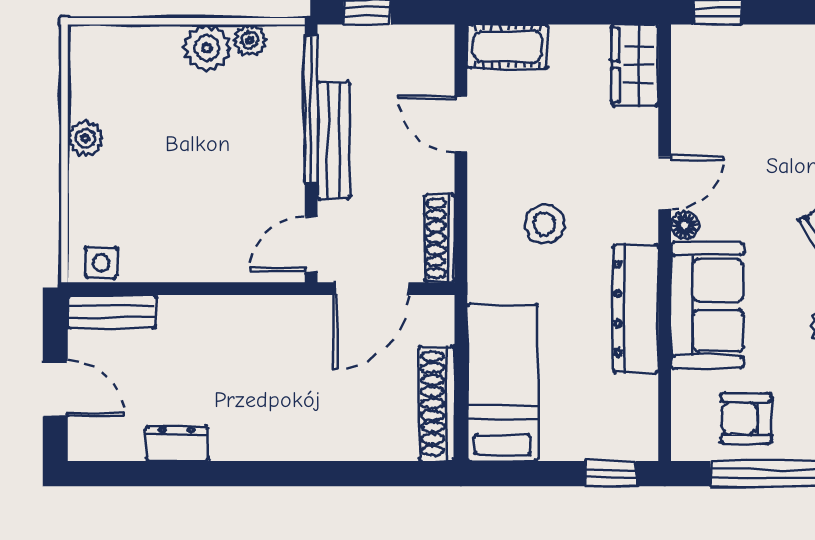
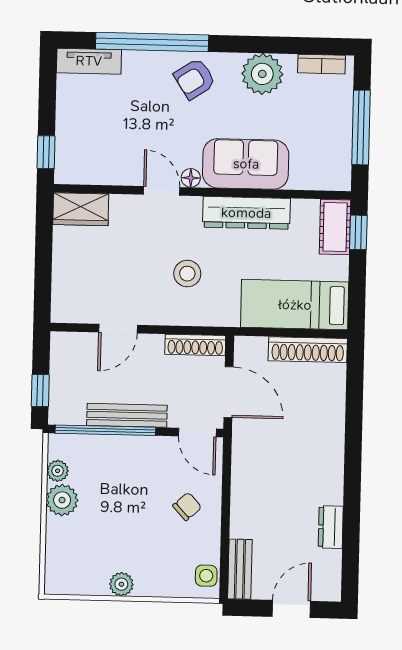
cot: (508, 46) -> (335, 227), moved
chair: (202, 232) -> (187, 506), added
armchair: (746, 418) -> (323, 139), removed

